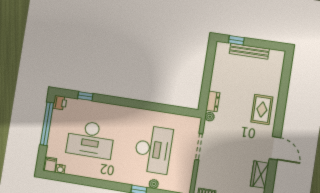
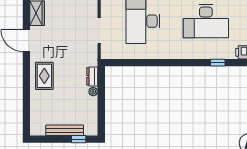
plant: (210, 117) -> (93, 92), moved
desk: (90, 139) -> (206, 21), turned 180

